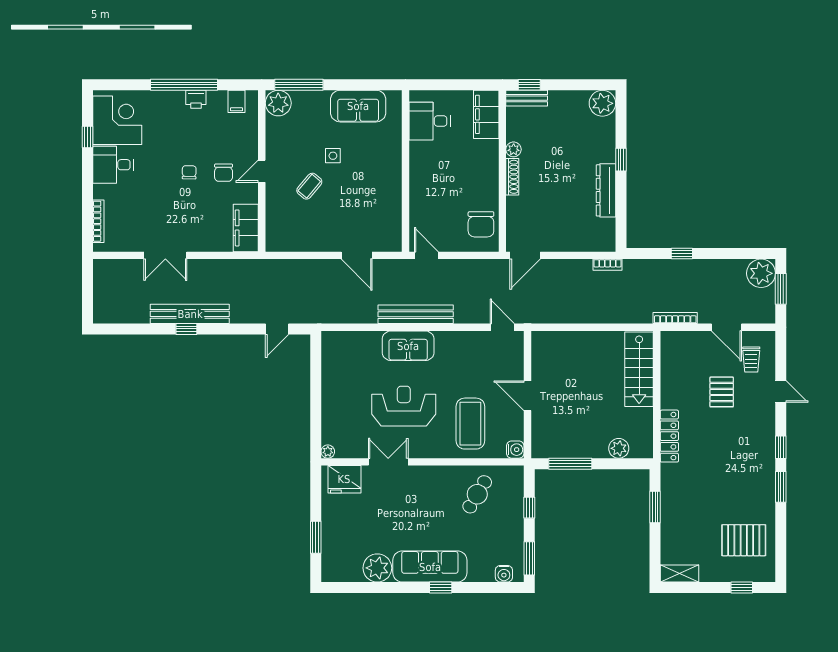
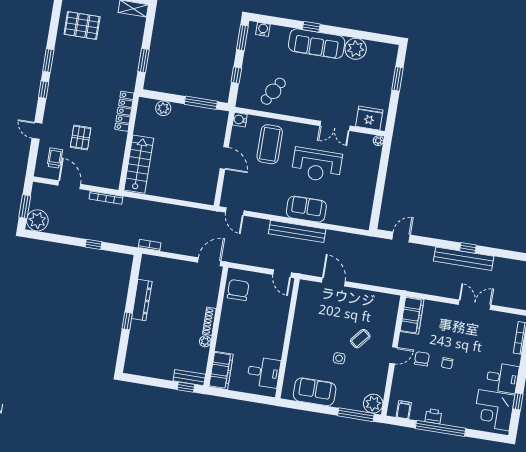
plant: (602, 103) -> (134, 365), removed

